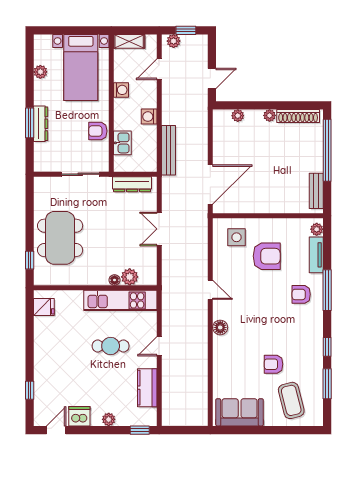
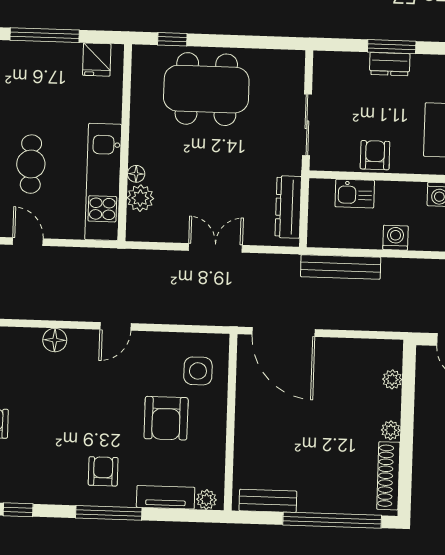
dresser: (41, 124) -> (390, 64), width x0.70
window: (30, 340) -> (45, 35), added

